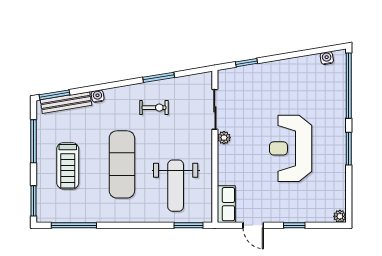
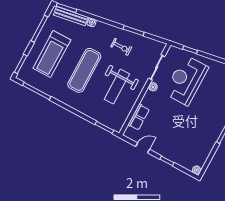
reception desk: (291, 148) -> (186, 80), moved
treadmill: (68, 166) -> (52, 54), width x1.37, depth x1.38
weight bench: (176, 186) -> (117, 87), moved
row of seats: (226, 204) -> (139, 117), moved
door: (253, 225) -> (143, 148), swing flipped

